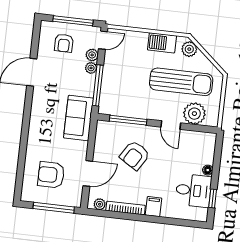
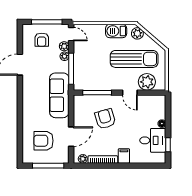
door: (103, 40) -> (71, 34), hinge flipped
sofa: (78, 118) -> (59, 95), width x1.36
armchair: (135, 155) -> (105, 119), turned 132

